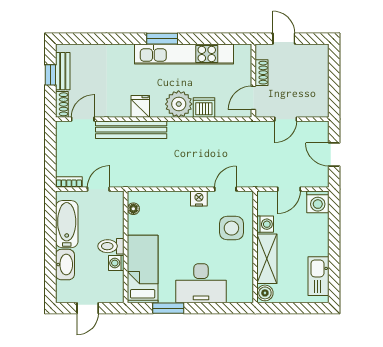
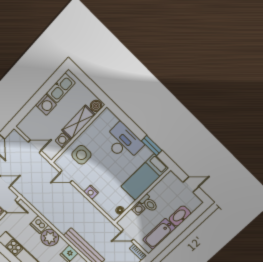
nightstand: (199, 198) -> (91, 192), moved
washing machine: (318, 202) -> (46, 105), moved, turned 90
washing machine: (116, 263) -> (138, 209), moved

